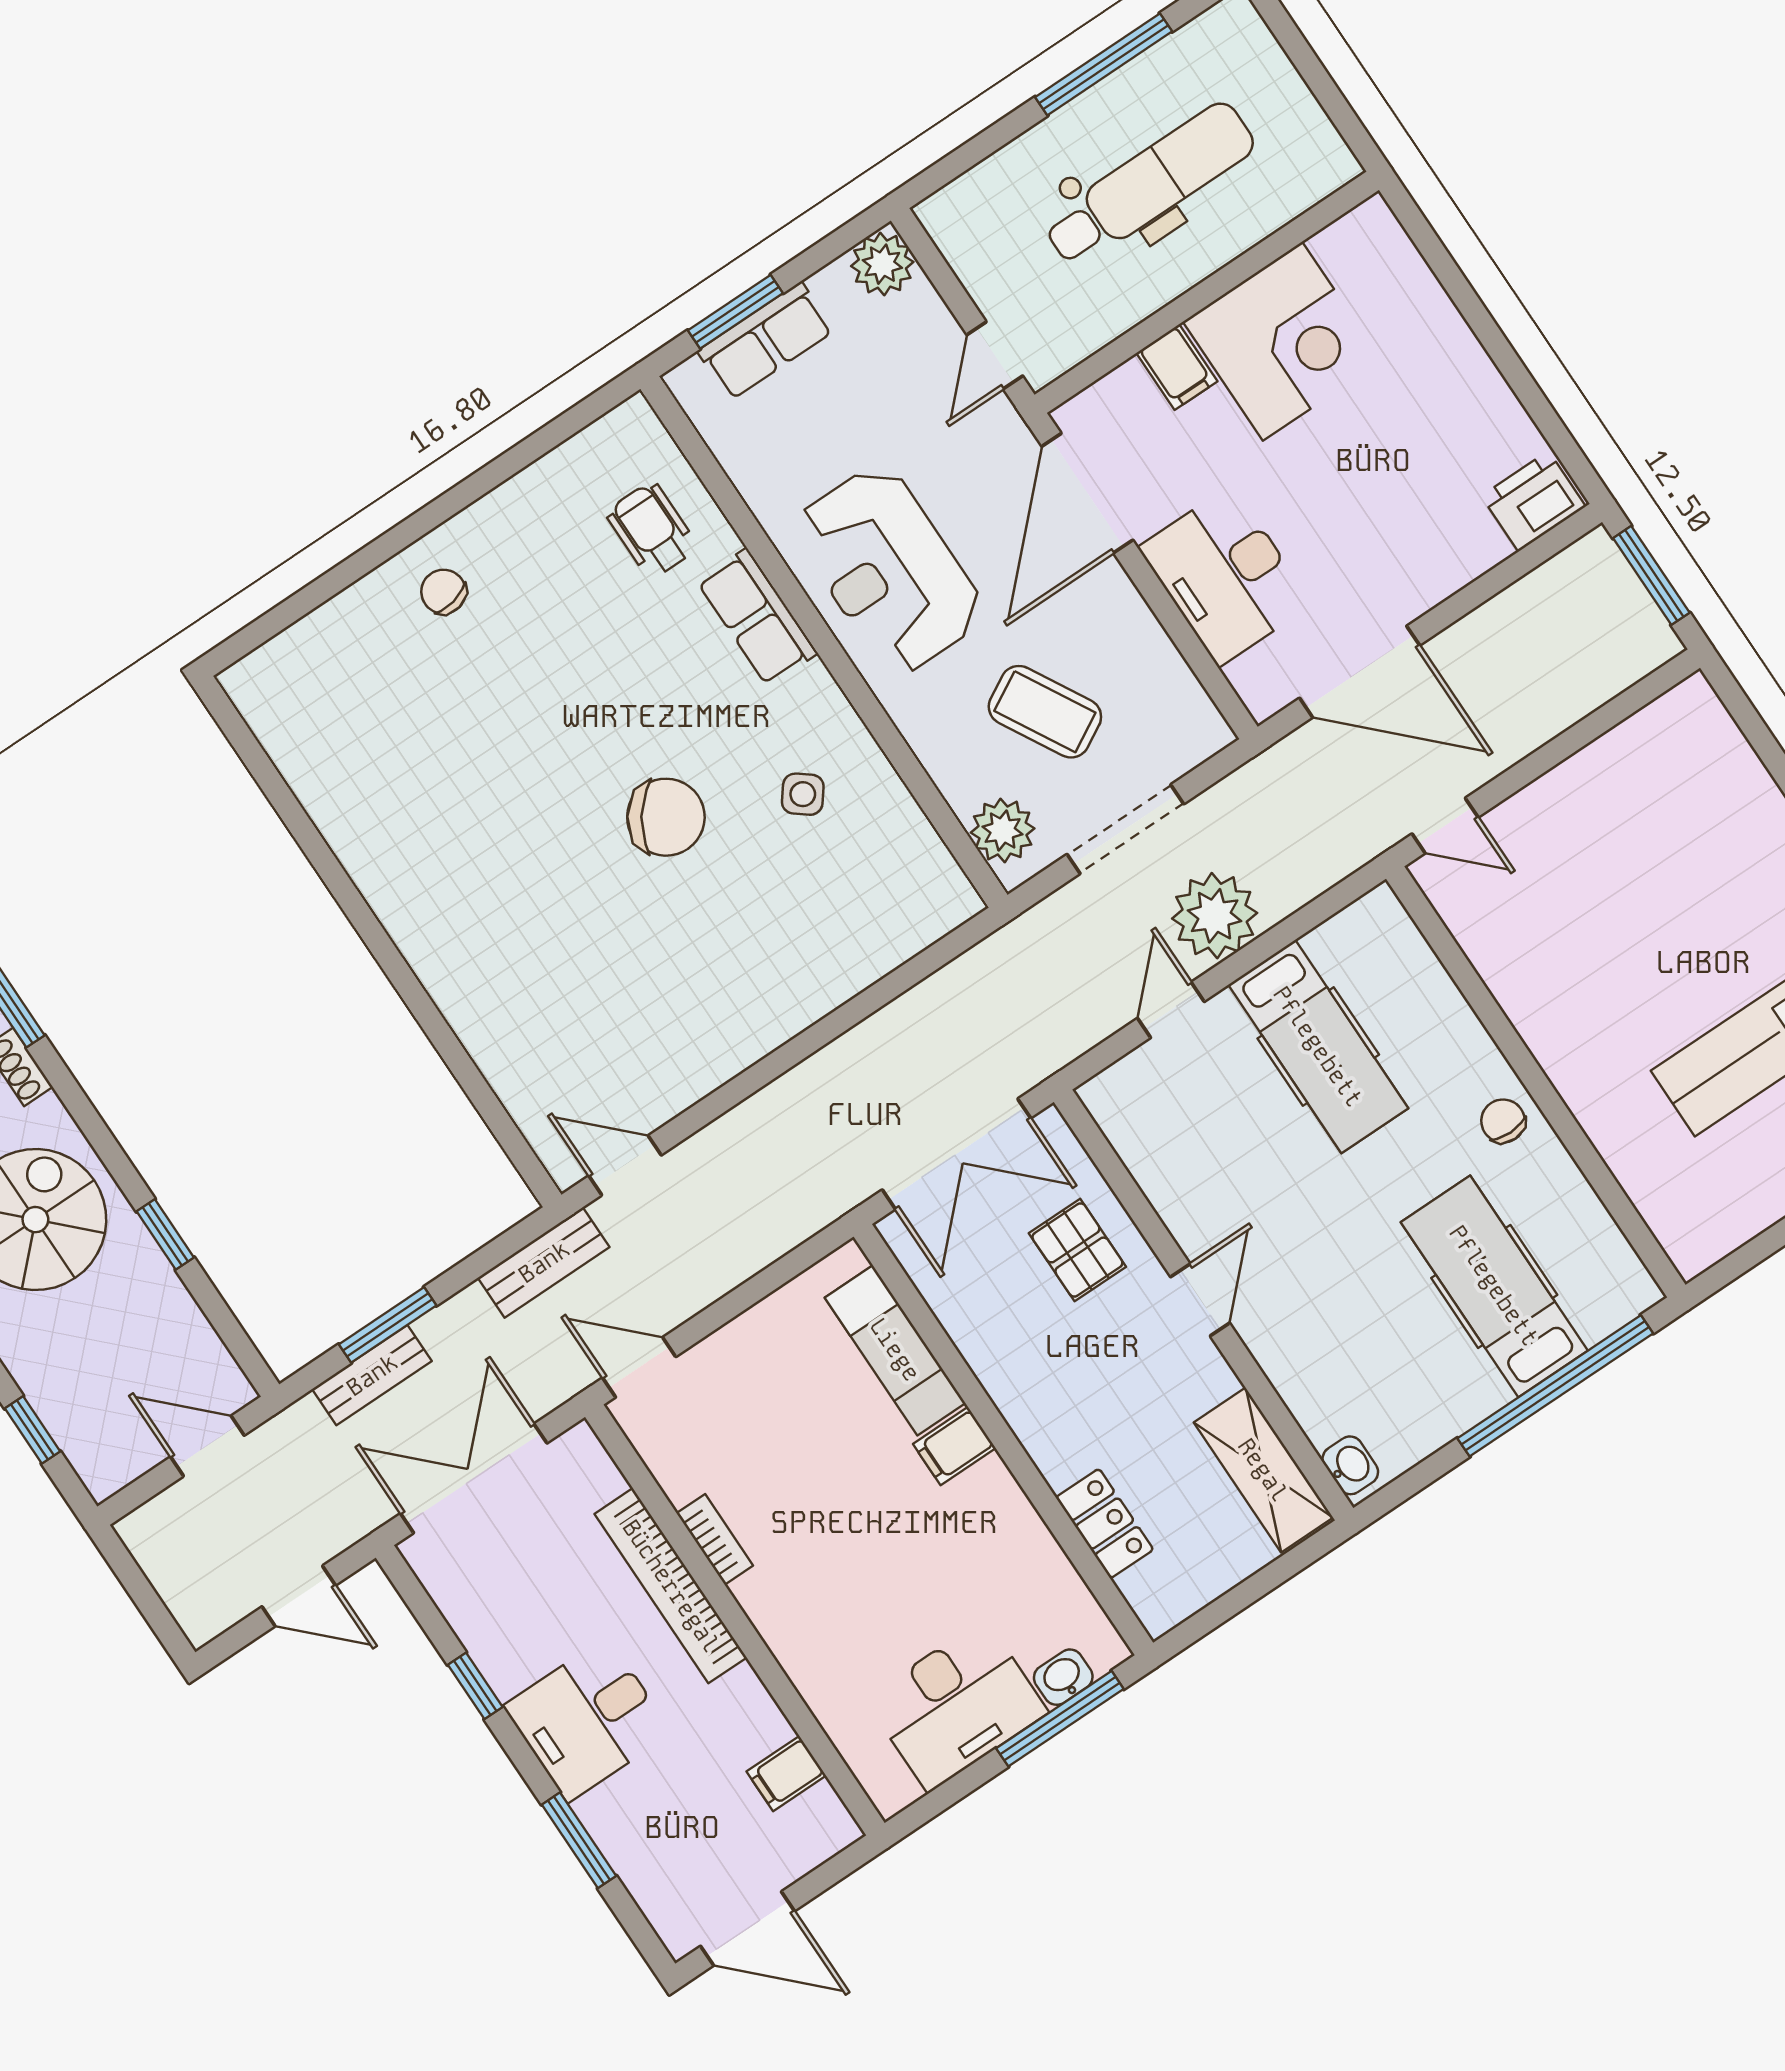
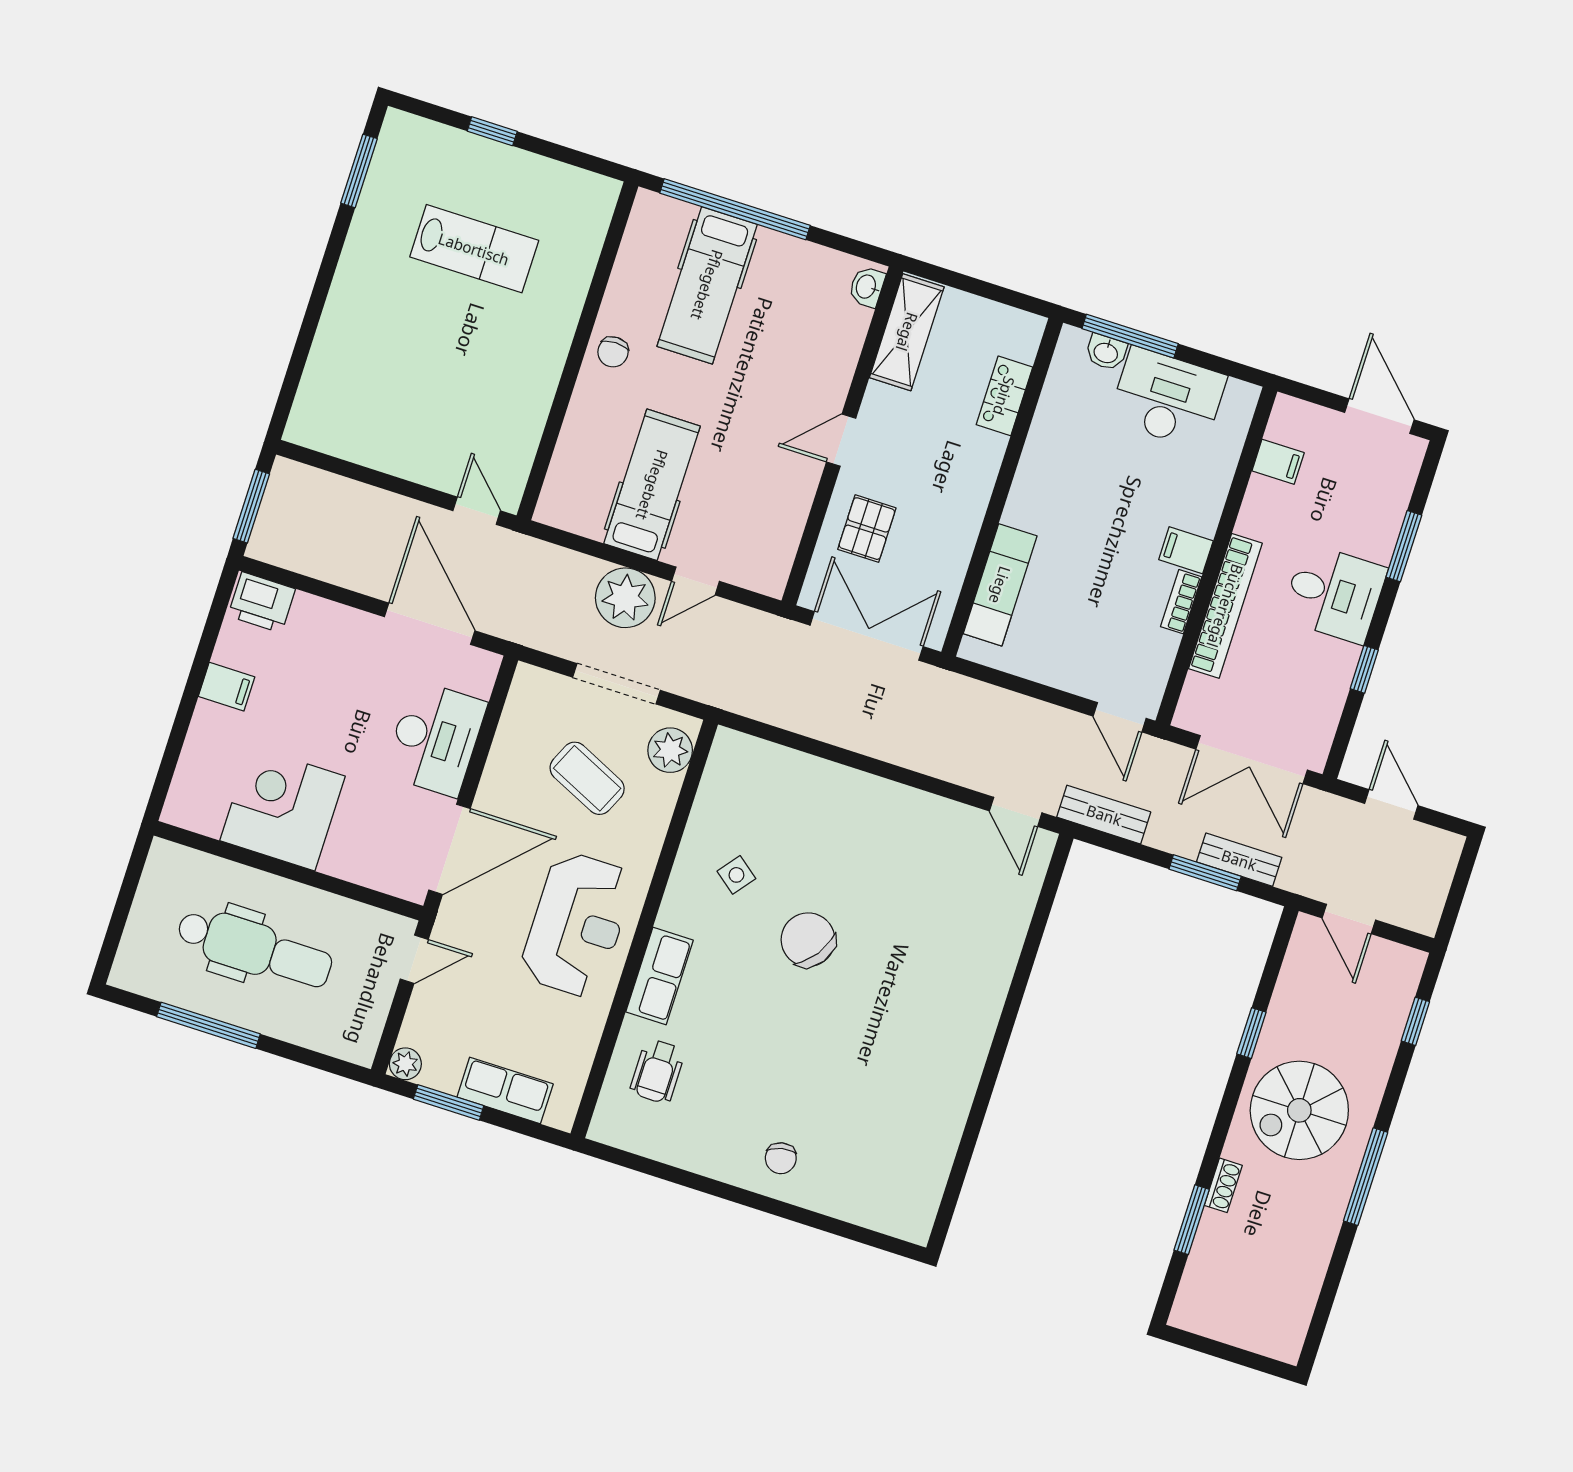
dental chair: (1149, 185) -> (254, 949), turned 180
plant: (882, 264) -> (405, 1064), width x0.73, depth x0.73
window: (735, 312) -> (449, 1102), moved
filing cabinet: (1177, 367) -> (227, 687), moved, turned 90
coffee table: (1045, 712) -> (587, 778), turned -36
filing cabinet: (954, 1446) -> (1186, 550), moved, turned 180

